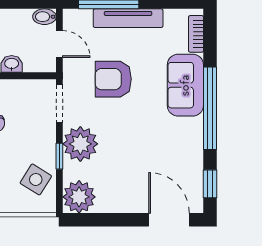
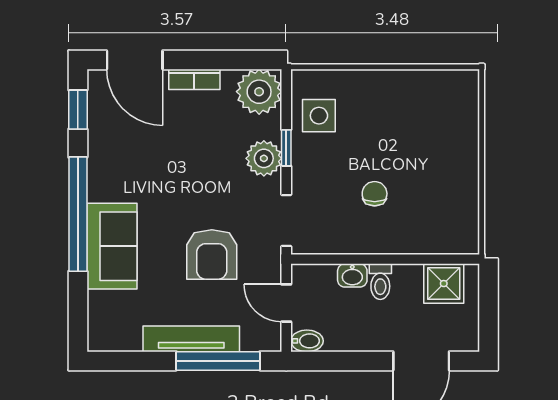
bookcase: (196, 34) -> (194, 79), moved, turned 90
armchair: (113, 79) -> (212, 254), turned 90
plant: (80, 144) -> (264, 158), width x0.73, depth x0.73
side table: (36, 179) -> (319, 116), turned -32

